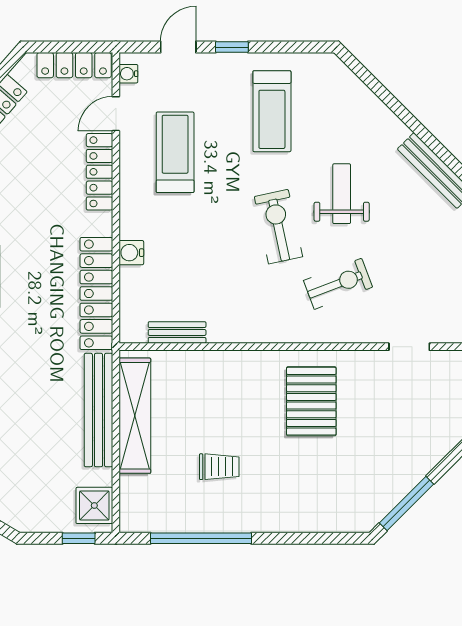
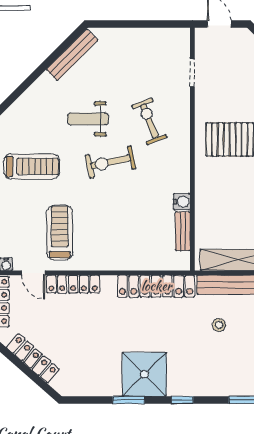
treadmill: (175, 152) -> (60, 233), turned 90
water cooler: (131, 253) -> (182, 202), moved, turned -90
stool: (40, 386) -> (219, 325), added

